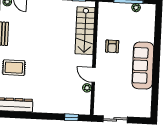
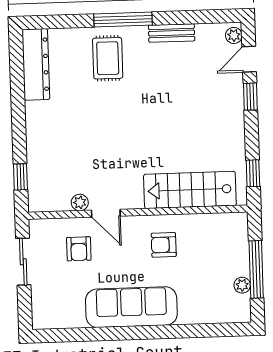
door: (94, 75) -> (106, 213), swing flipped
armchair: (111, 90) -> (79, 249), added

